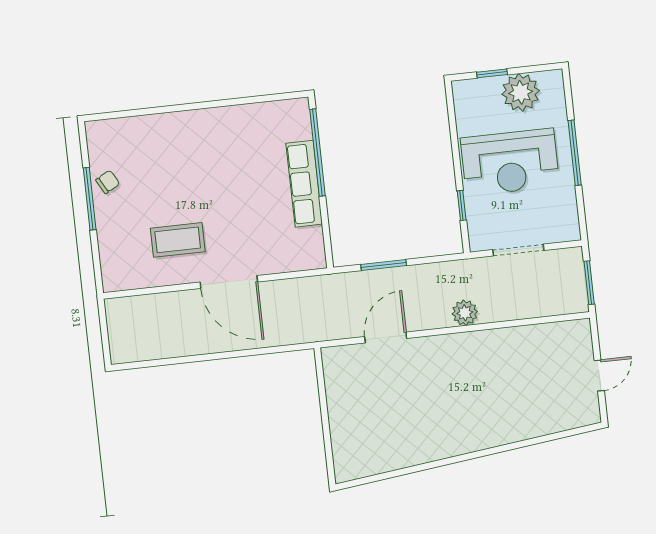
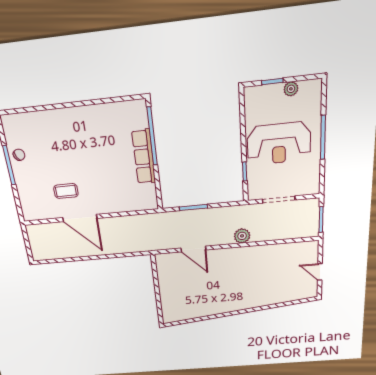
plant: (521, 92) -> (291, 89), width x0.53, depth x0.53
coffee table: (178, 240) -> (66, 191), width x0.73, depth x0.77
door: (229, 282) -> (80, 218), moved
door: (386, 337) -> (193, 249), swing flipped
door: (599, 375) -> (320, 272), swing flipped

